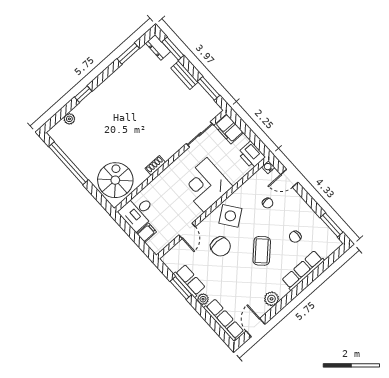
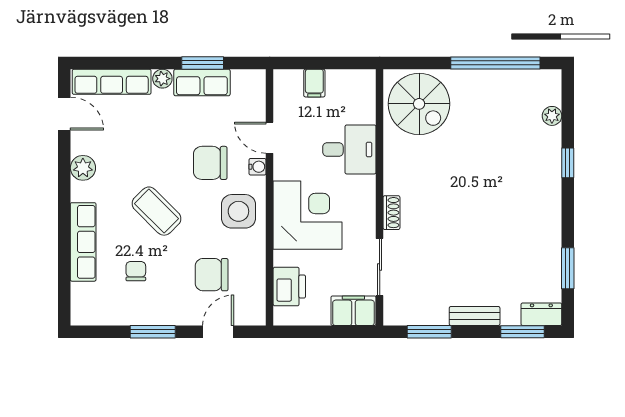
printer: (251, 155) -> (289, 287), moved, turned 90
shoe rack: (155, 165) -> (391, 213), moved
water cooler: (268, 167) -> (257, 167), moved
chair: (268, 203) -> (212, 275), width x1.87, depth x1.87
desk: (138, 212) -> (349, 149), moved, turned 90
side table: (230, 216) -> (238, 211), turned 36
window: (331, 225) -> (153, 332), moved

